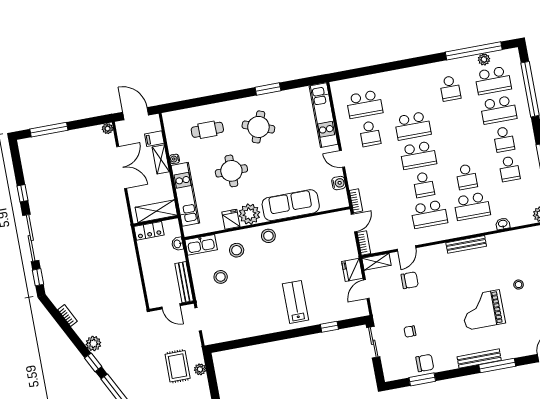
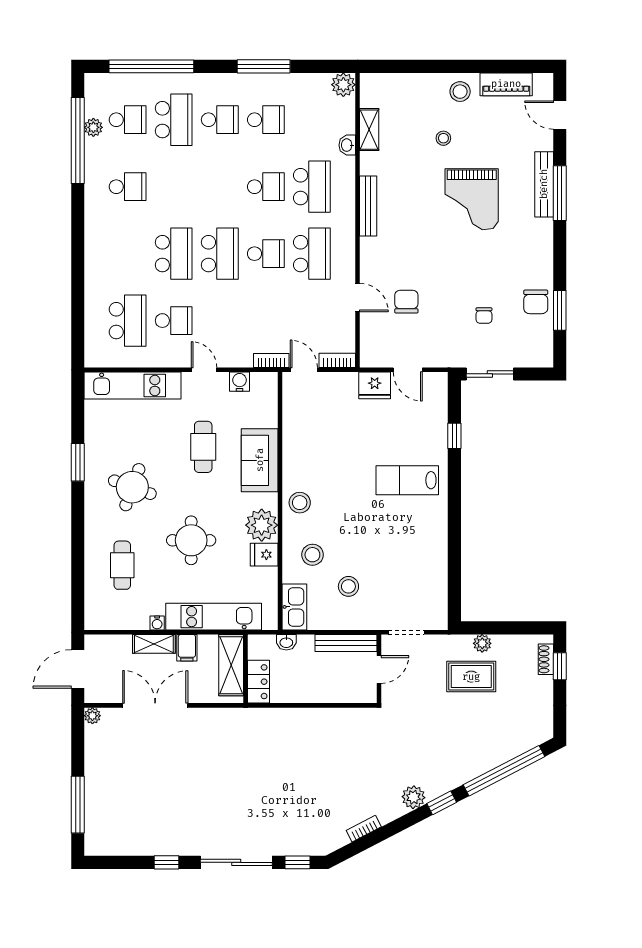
school desk: (493, 80) -> (128, 120), width x0.54
filing cabinet: (154, 139) -> (187, 648), moved
door: (342, 159) -> (204, 370), swing flipped
cafe table: (293, 168) -> (203, 447), added
sofa: (291, 205) -> (260, 460), width x0.73
shelving: (377, 262) -> (369, 130), moved
bench: (479, 358) -> (544, 184), moved
chair: (425, 363) -> (536, 302), turned 180

